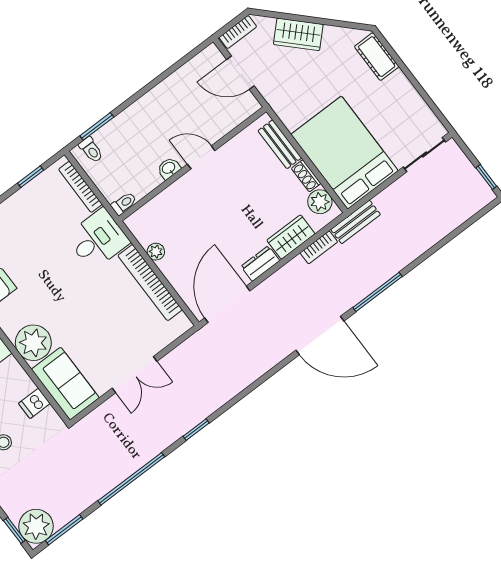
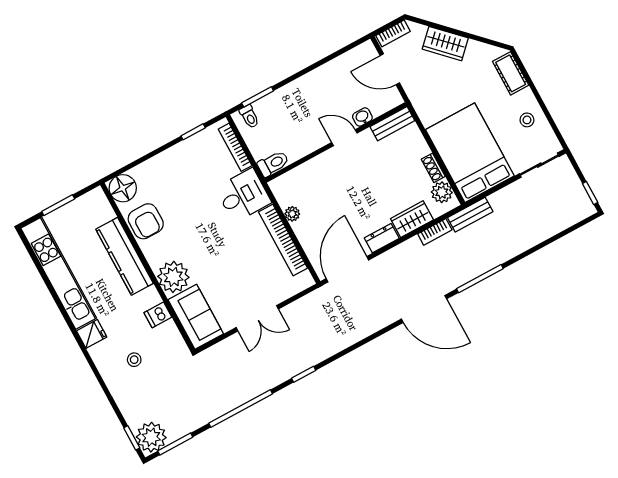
stool: (403, 106) -> (527, 120), added
bench: (280, 144) -> (392, 124), moved, turned 90
washbasin: (169, 168) -> (362, 117), moved
toilet: (124, 203) -> (273, 164), width x1.37, depth x1.39
dishwasher: (34, 403) -> (158, 315), moved

